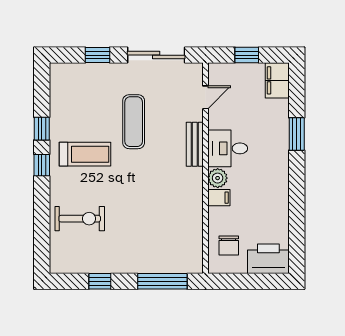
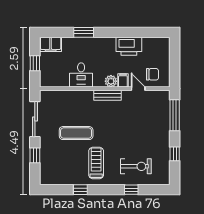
door: (206, 97) -> (138, 89), moved
bench: (195, 144) -> (107, 95), moved
desk: (228, 148) -> (81, 75), moved
window: (42, 165) -> (131, 190), moved
exercise bike: (80, 219) -> (136, 166), turned 90
printer: (268, 259) -> (129, 46), moved, turned -90

